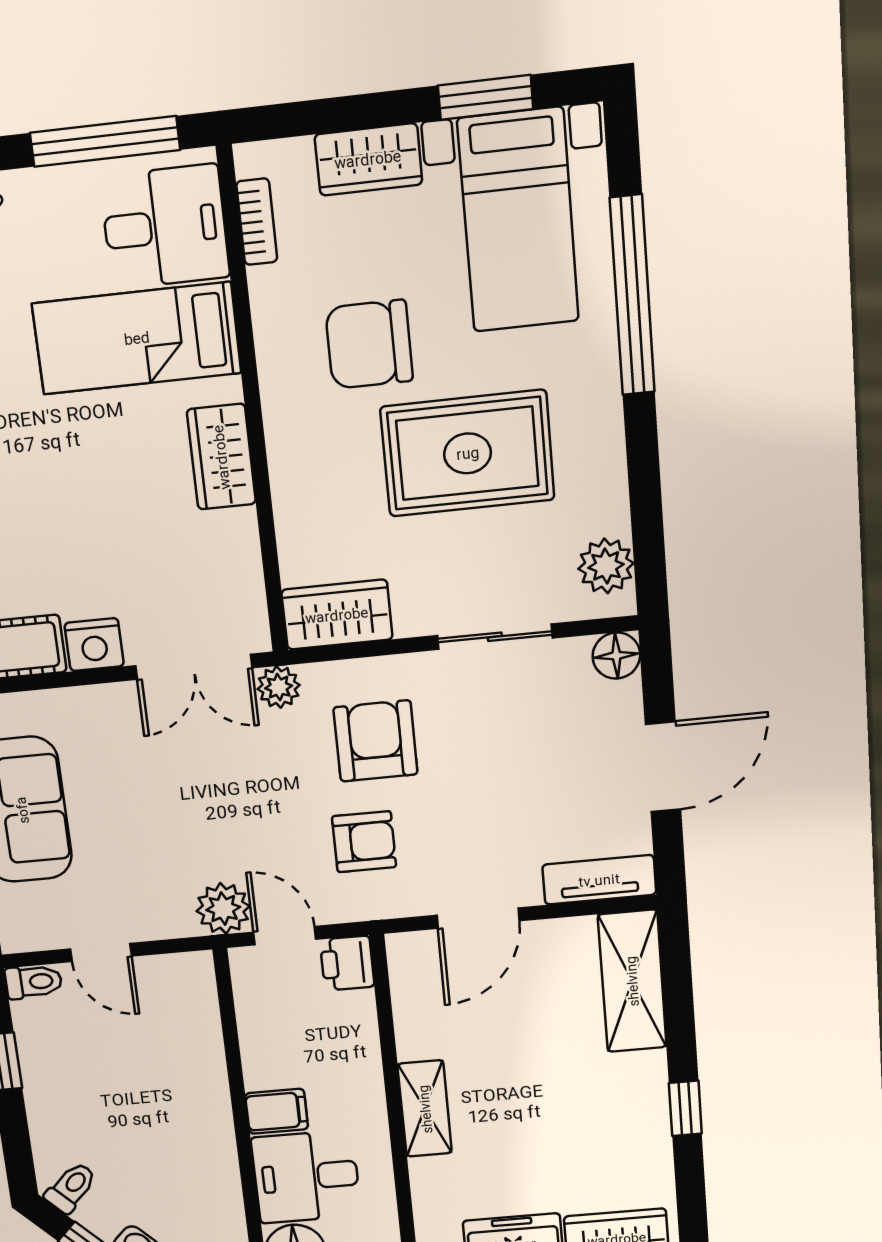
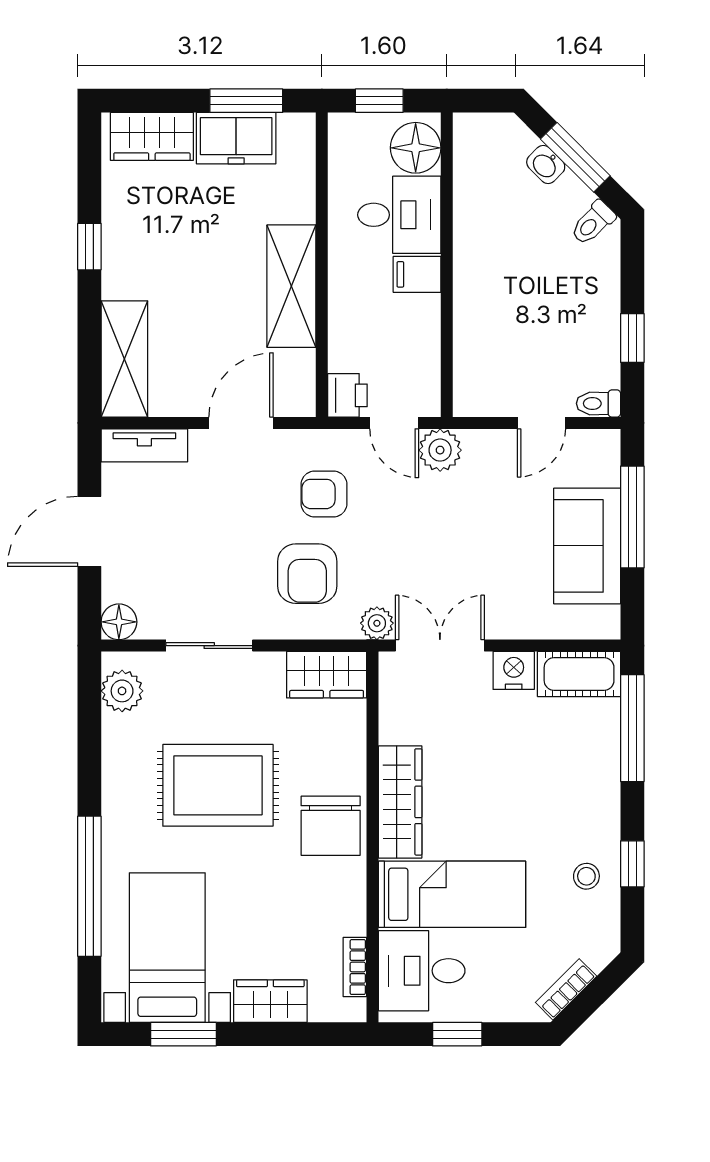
window: (105, 141) -> (457, 1034), width x0.46
chair: (369, 344) -> (331, 826), moved, turned 90
wardrobe: (221, 457) -> (400, 802), width x1.50
door: (101, 952) -> (541, 423), swing flipped
shelving: (425, 1109) -> (291, 286), width x1.50, depth x1.33

